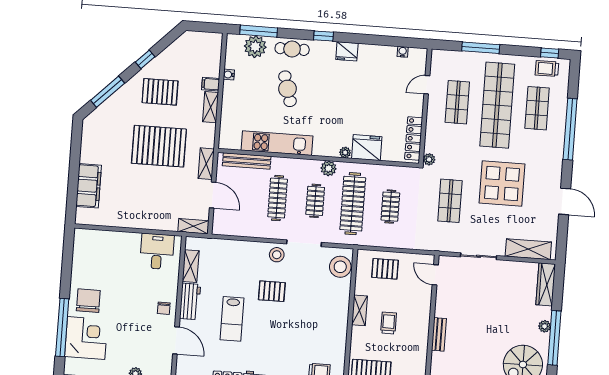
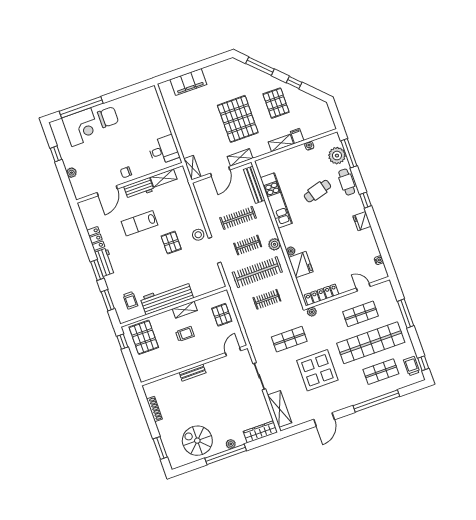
stool: (340, 267) -> (209, 283), removed
workbench: (336, 326) -> (167, 298), added

